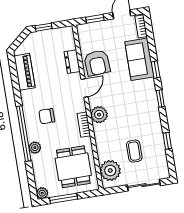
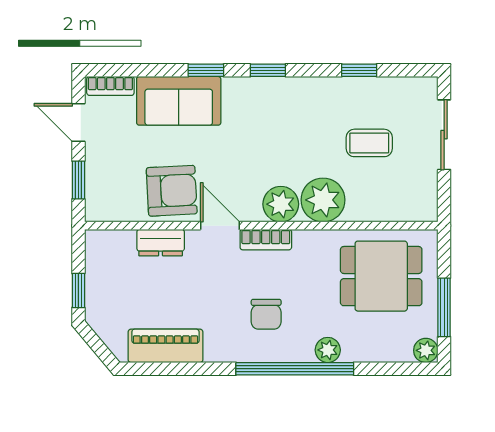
bookcase: (84, 125) -> (266, 240), moved
plant: (110, 170) -> (323, 200), moved

